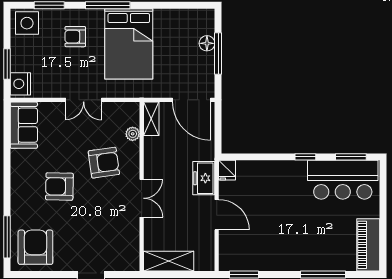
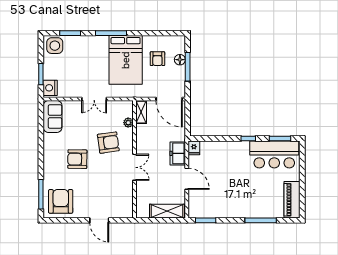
armchair: (75, 37) -> (157, 59), moved, turned -90
shelving: (169, 261) -> (167, 211), moved

